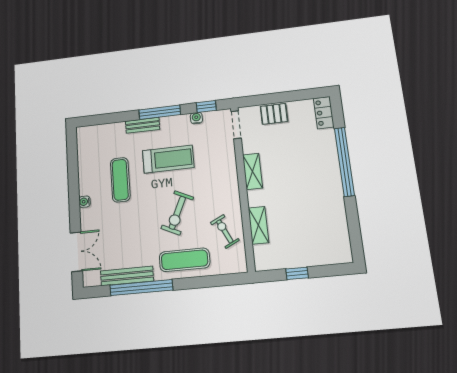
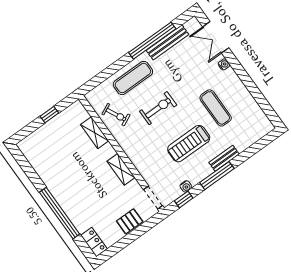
water cooler: (85, 202) -> (224, 64), moved
exercise bike: (177, 213) -> (158, 108), turned 65

